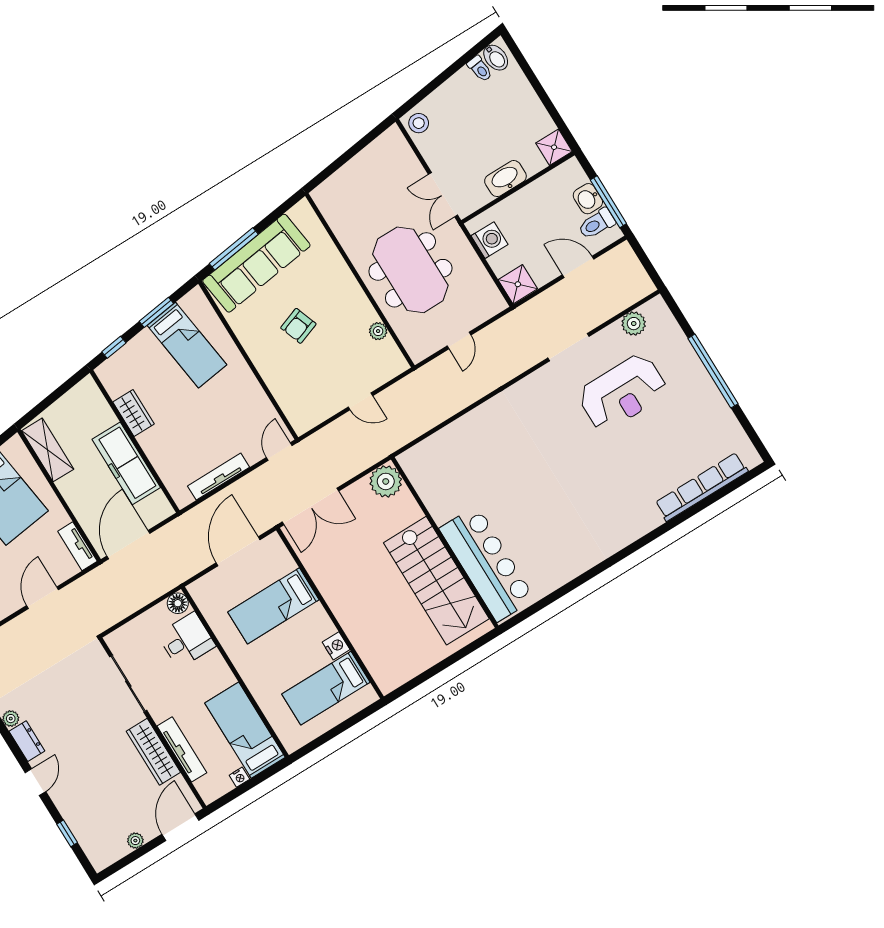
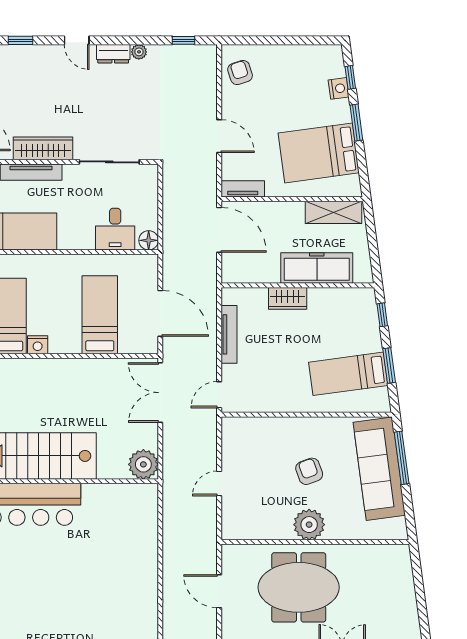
plant: (378, 331) -> (309, 525), moved, width x1.87, depth x1.87
door: (459, 340) -> (219, 591), width x1.38
wardrobe: (134, 413) -> (288, 298), moved
door: (279, 452) -> (219, 395), swing flipped
freezer: (126, 463) -> (317, 268), moved

